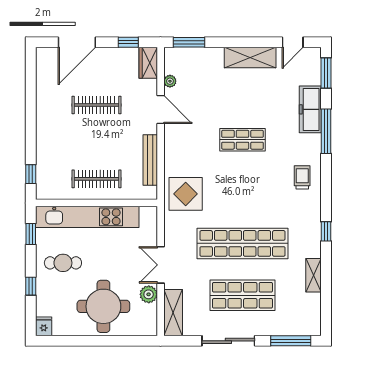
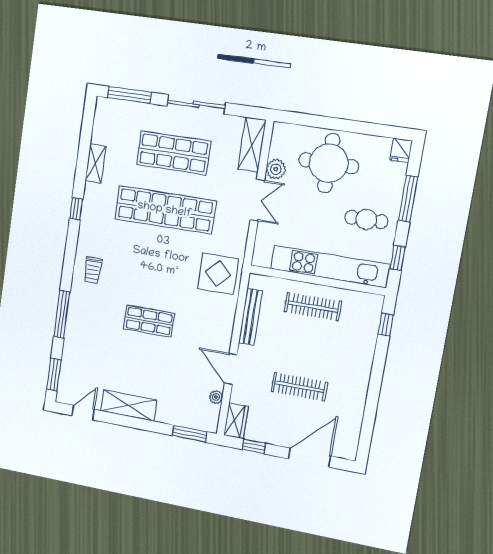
freezer: (310, 109) -> (75, 340), removed
window: (31, 286) -> (408, 199), width x2.17

